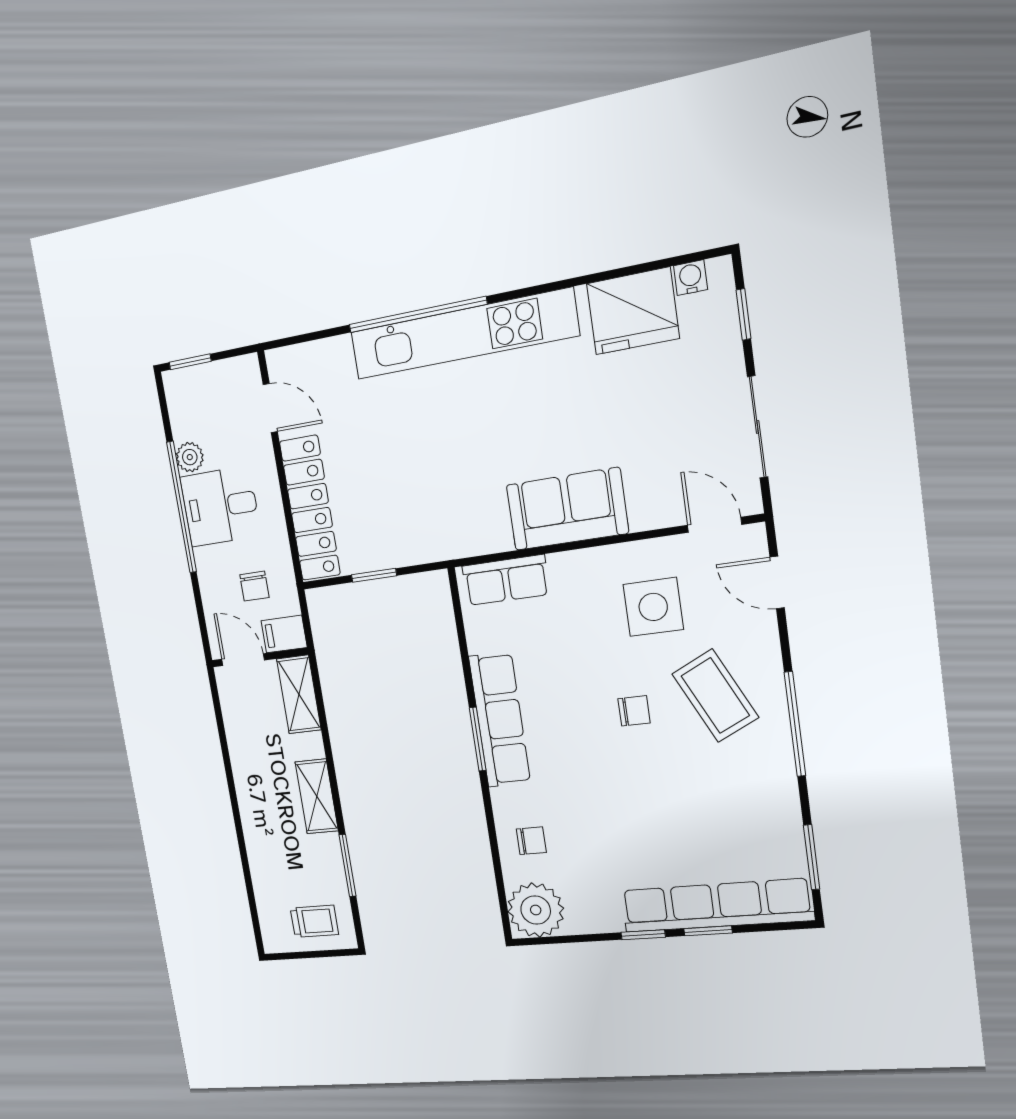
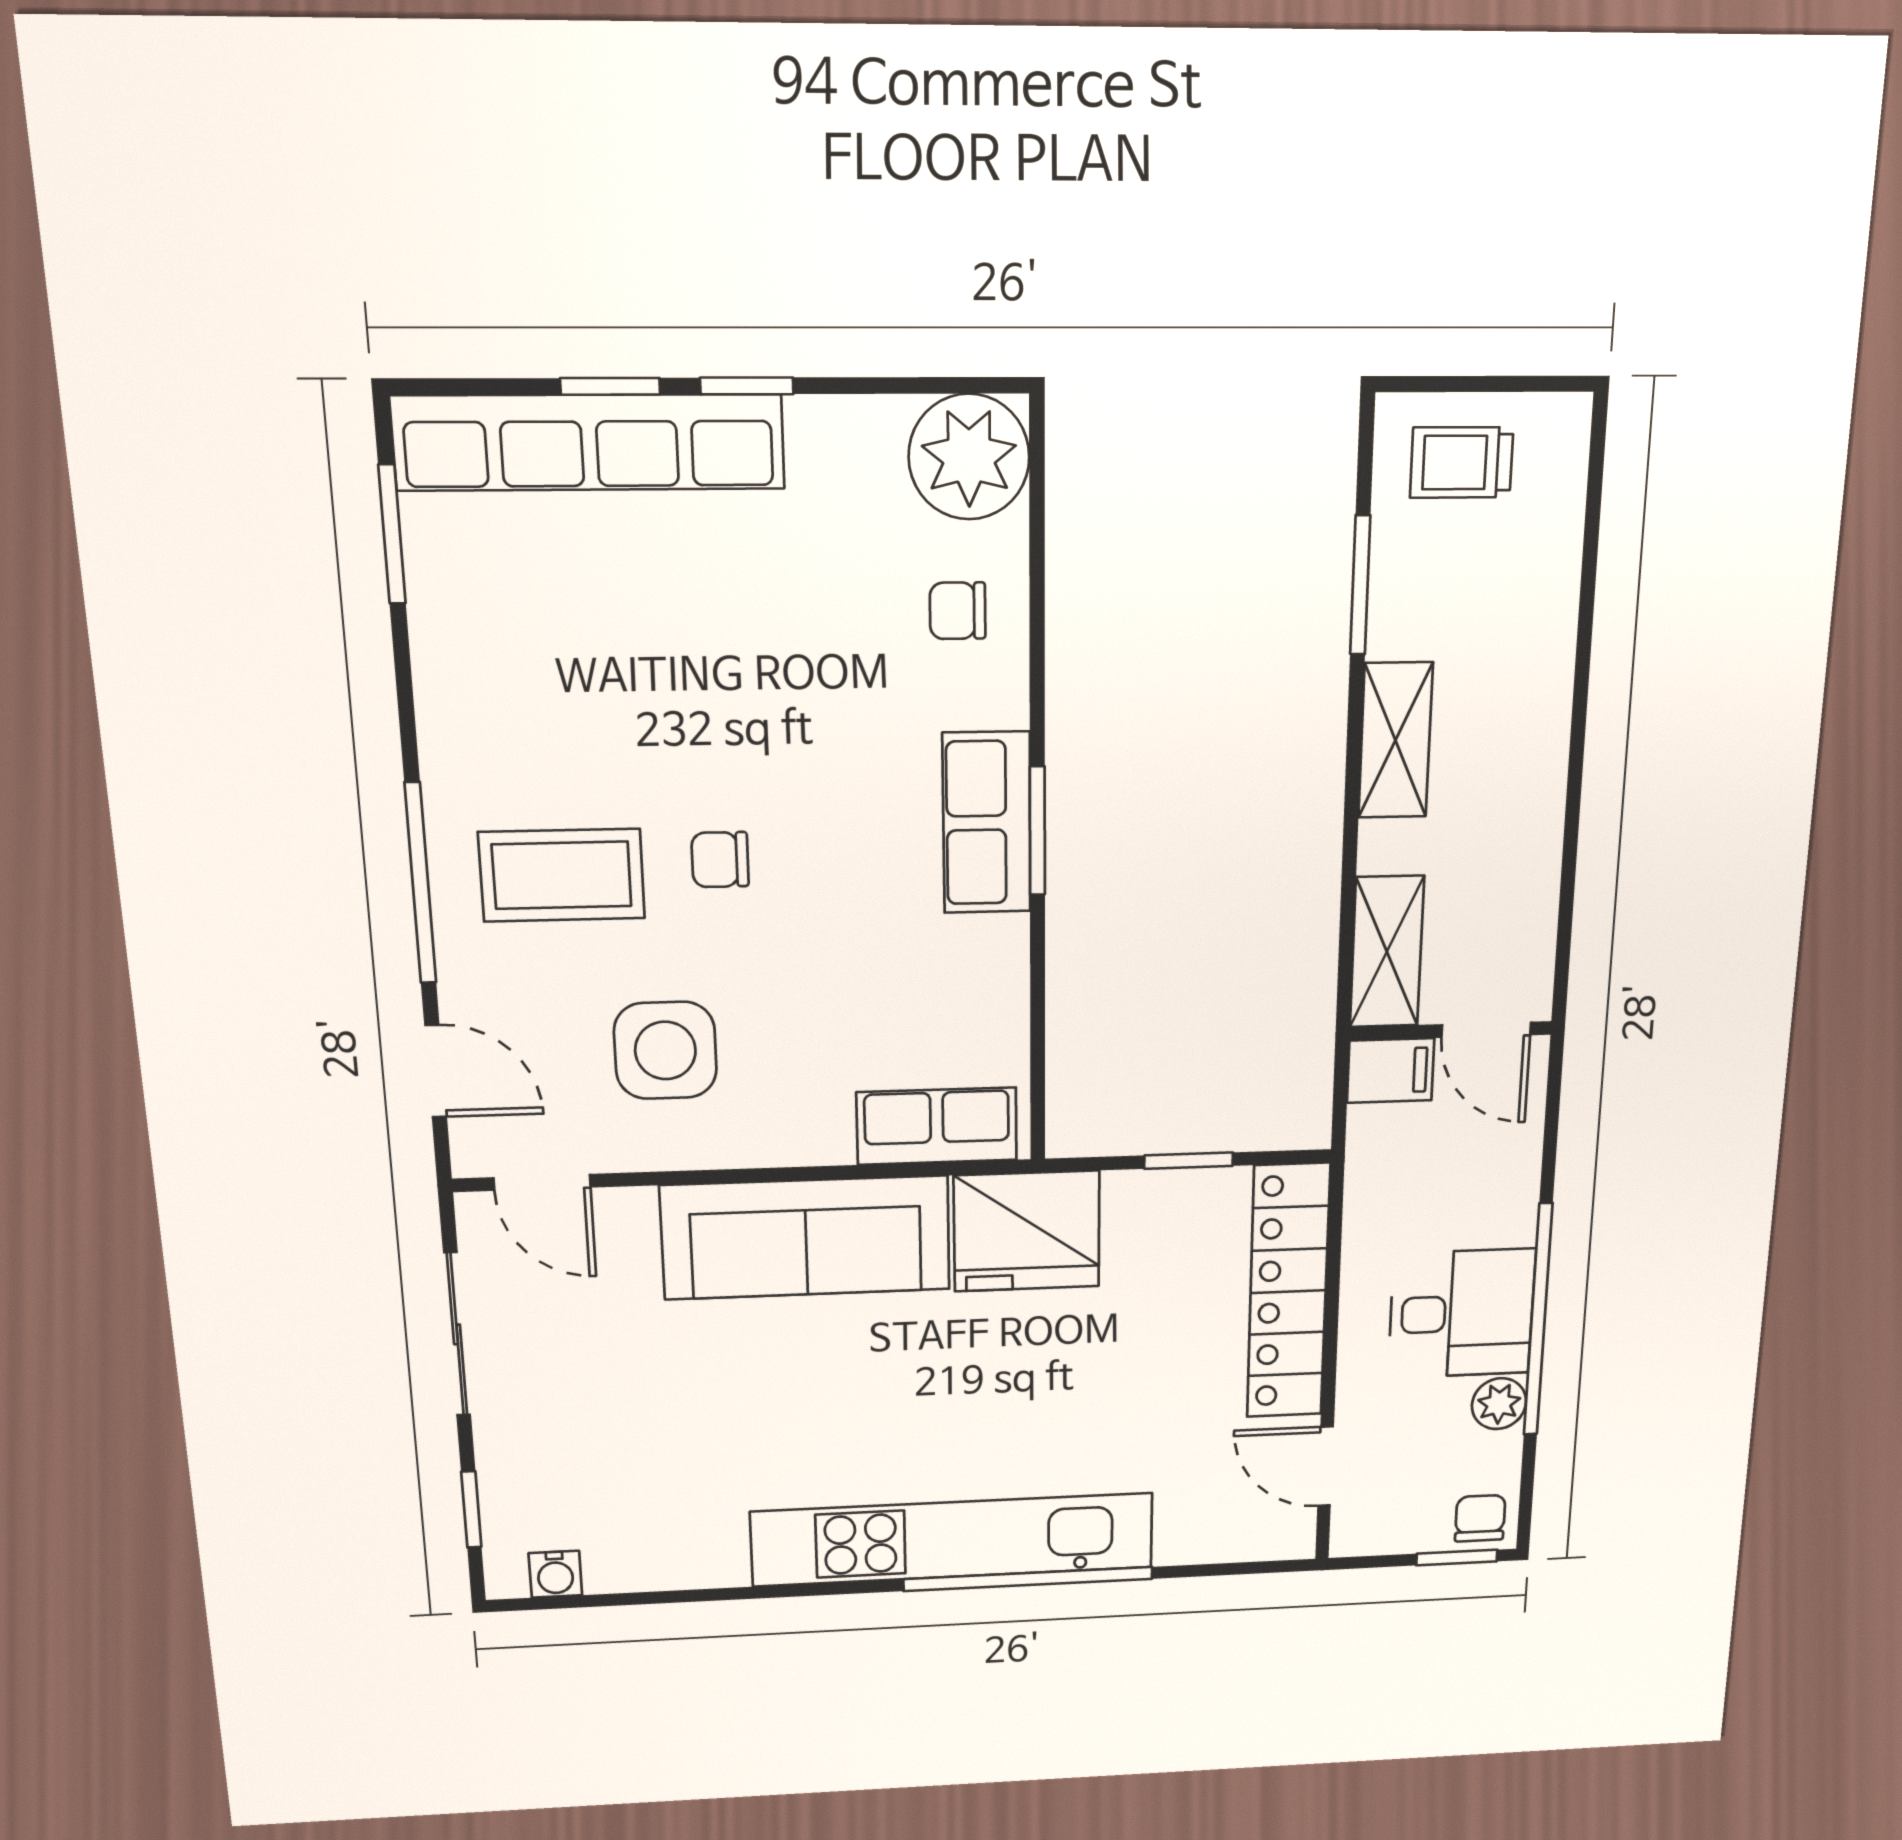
fridge: (633, 311) -> (1027, 1231), moved, turned 180
sofa: (567, 509) -> (806, 1238), width x1.36
chair: (254, 586) -> (1480, 1518), moved
coffee table: (715, 696) -> (562, 875), turned -64
row of seats: (500, 720) -> (987, 823), width x0.68
window: (795, 724) -> (420, 883), moved

